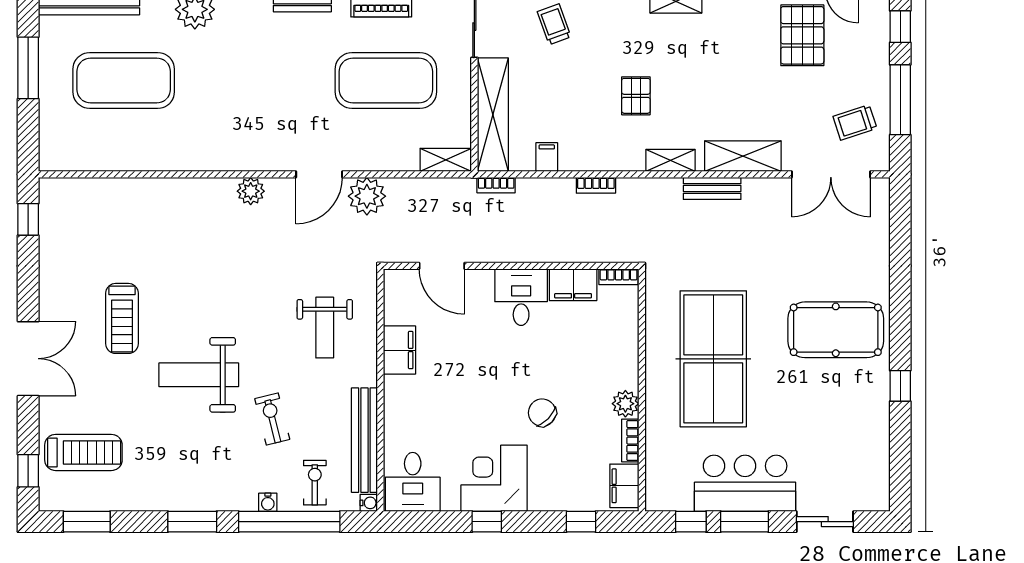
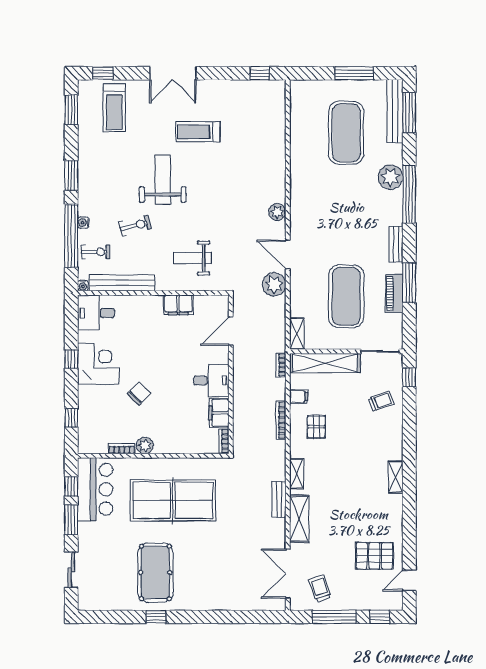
pallet: (636, 96) -> (316, 427), moved, turned 90
bookcase: (596, 185) -> (281, 420), width x1.56
pool table: (836, 330) -> (155, 572), moved
bar counter: (745, 483) -> (95, 489), moved
filing cabinet: (624, 486) -> (94, 445), removed

